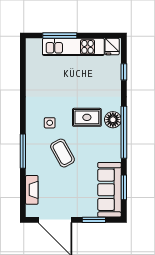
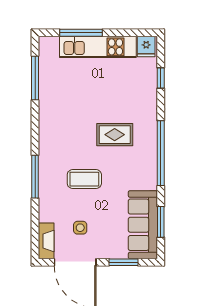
window: (23, 72) -> (35, 78), added
floor lamp: (113, 120) -> (147, 138), removed
side table: (50, 123) -> (80, 228), moved
coffee table: (62, 153) -> (84, 179), turned -61
fireplace: (32, 190) -> (46, 241), moved

